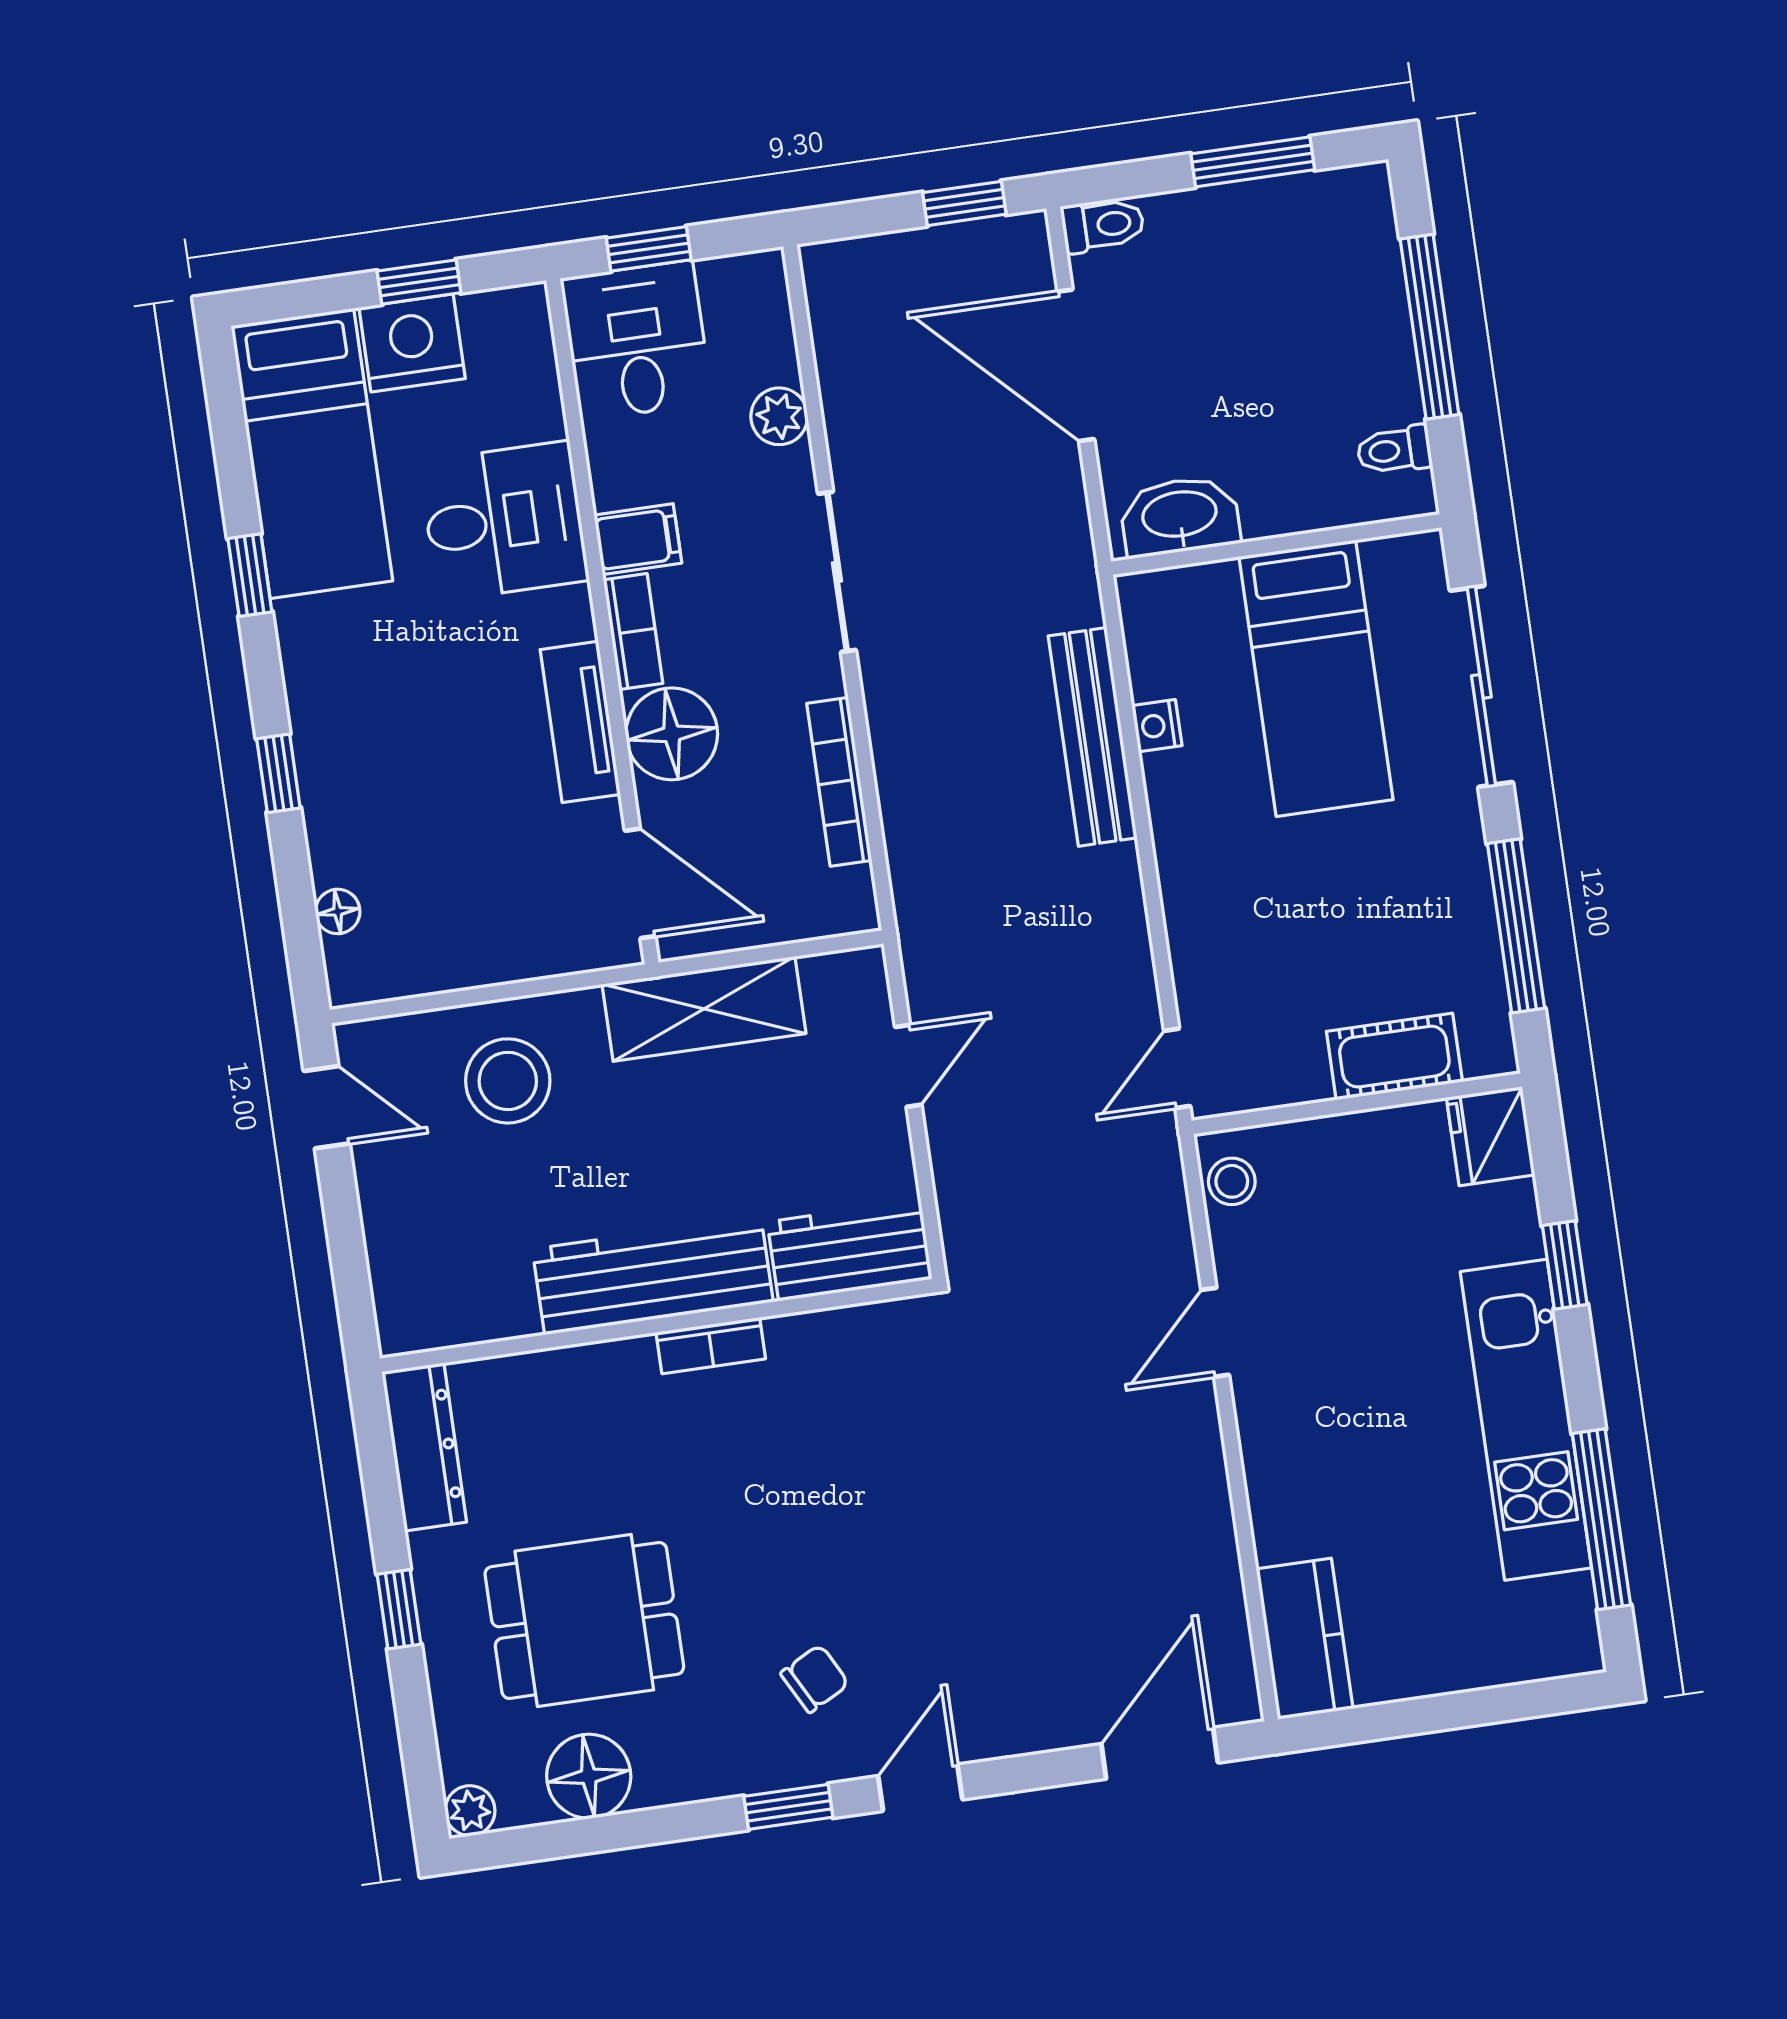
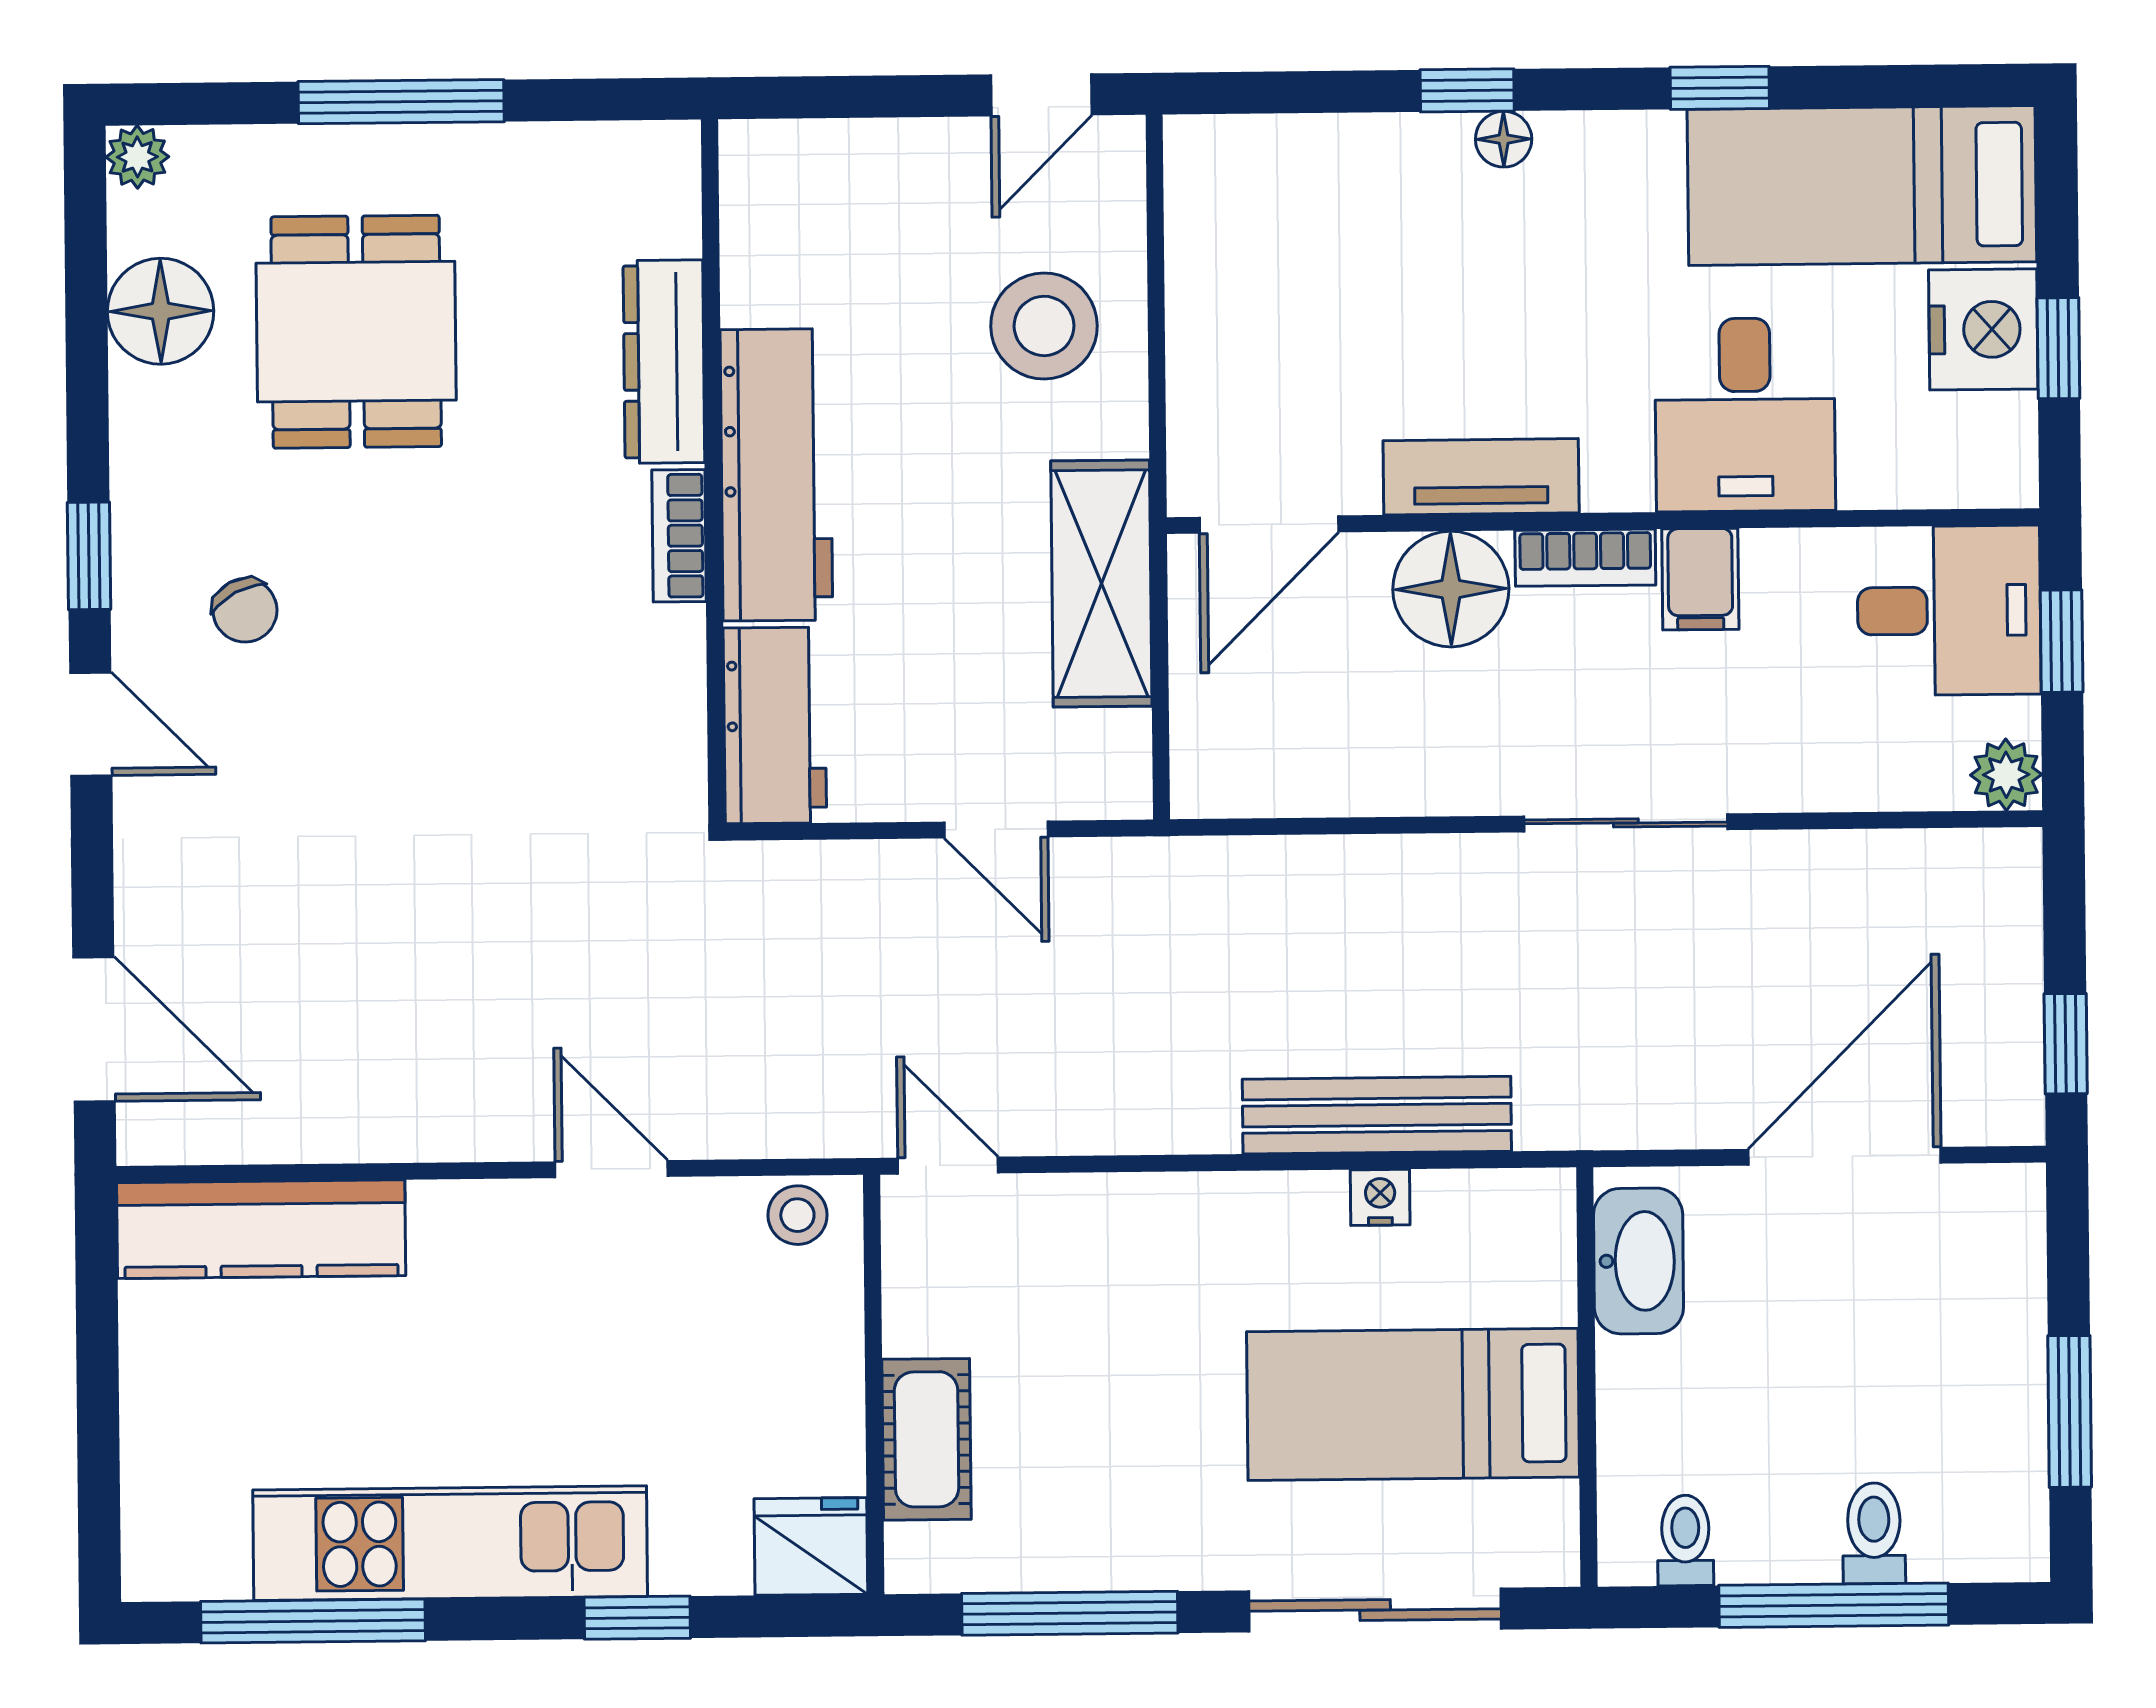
toilet: (1103, 225) -> (1874, 1533), moved, turned 180
plant: (779, 416) -> (2006, 775), moved
bookcase: (839, 782) -> (1363, 791), removed
floor lamp: (338, 911) -> (1504, 139), moved
dresser: (424, 1447) -> (664, 362), moved, turned 90
window: (399, 1609) -> (401, 102), width x2.17
kitchen counter: (1305, 1639) -> (261, 1229), width x1.50

